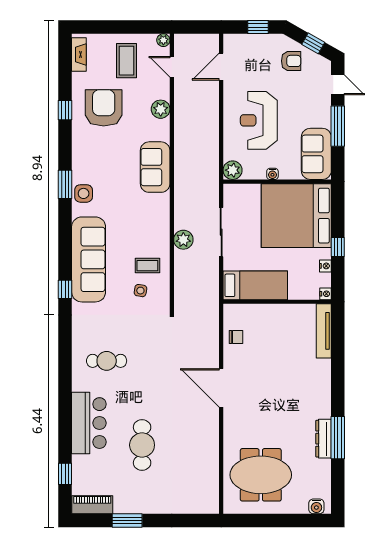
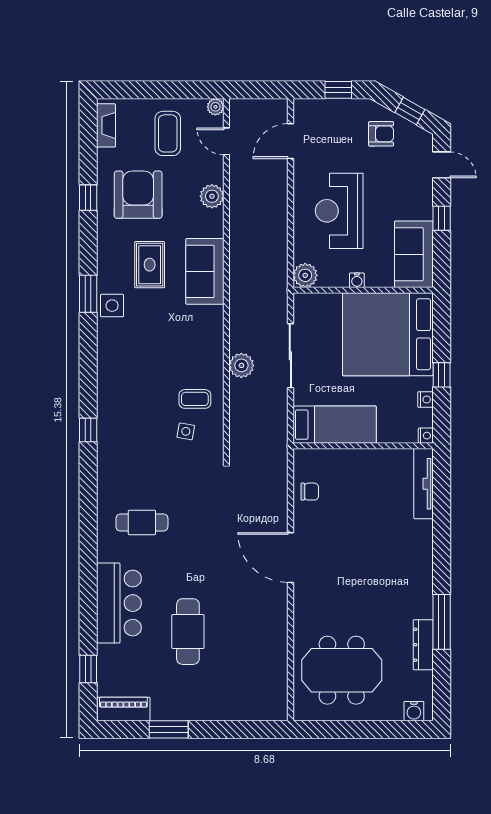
window: (338, 126) -> (442, 218), width x0.46
rug: (112, 162) -> (150, 265), added
sofa: (89, 259) -> (119, 391), removed
dresser: (324, 439) -> (423, 645), moved

